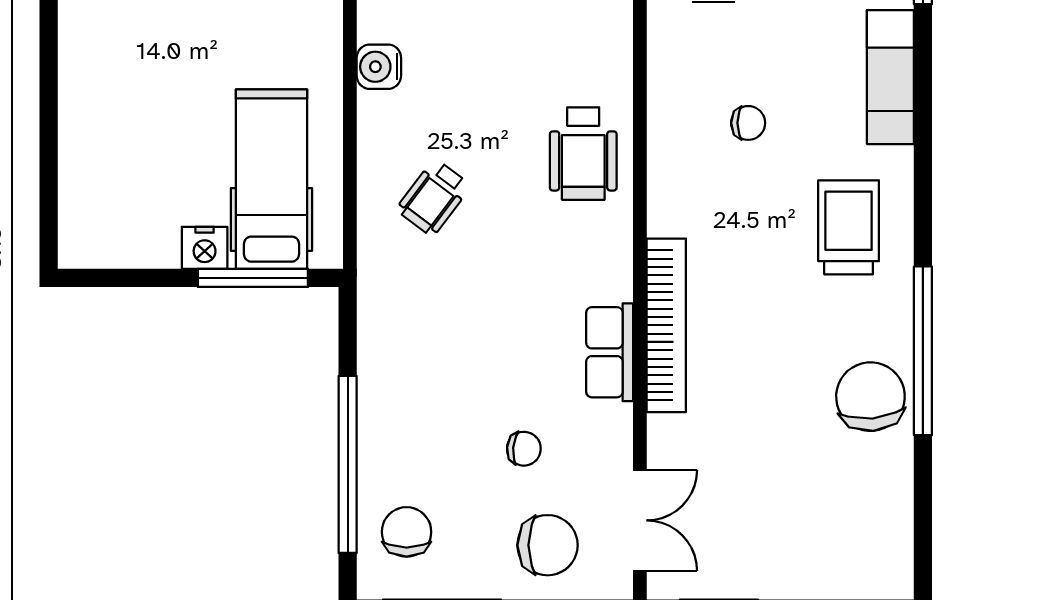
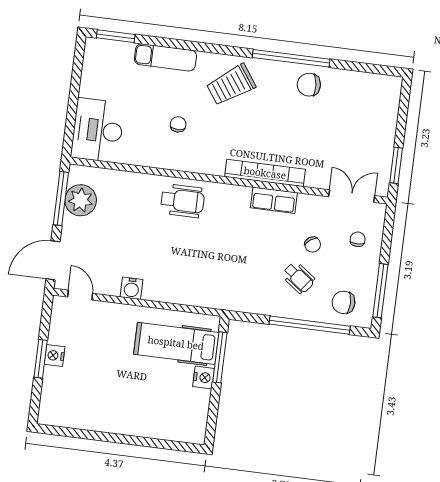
wheelchair: (434, 198) -> (298, 278), moved
trolley: (849, 227) -> (231, 85), turned -35
chair: (870, 397) -> (309, 85), width x0.73, depth x0.73
chair: (524, 449) -> (313, 244), turned 140
chair: (548, 545) -> (358, 239), width x0.54, depth x0.54

